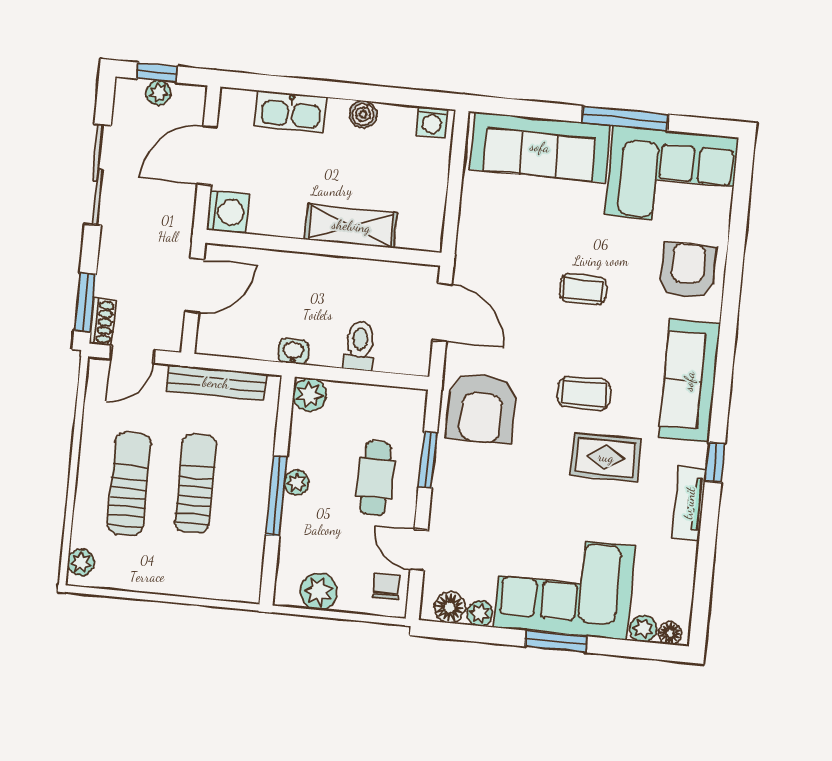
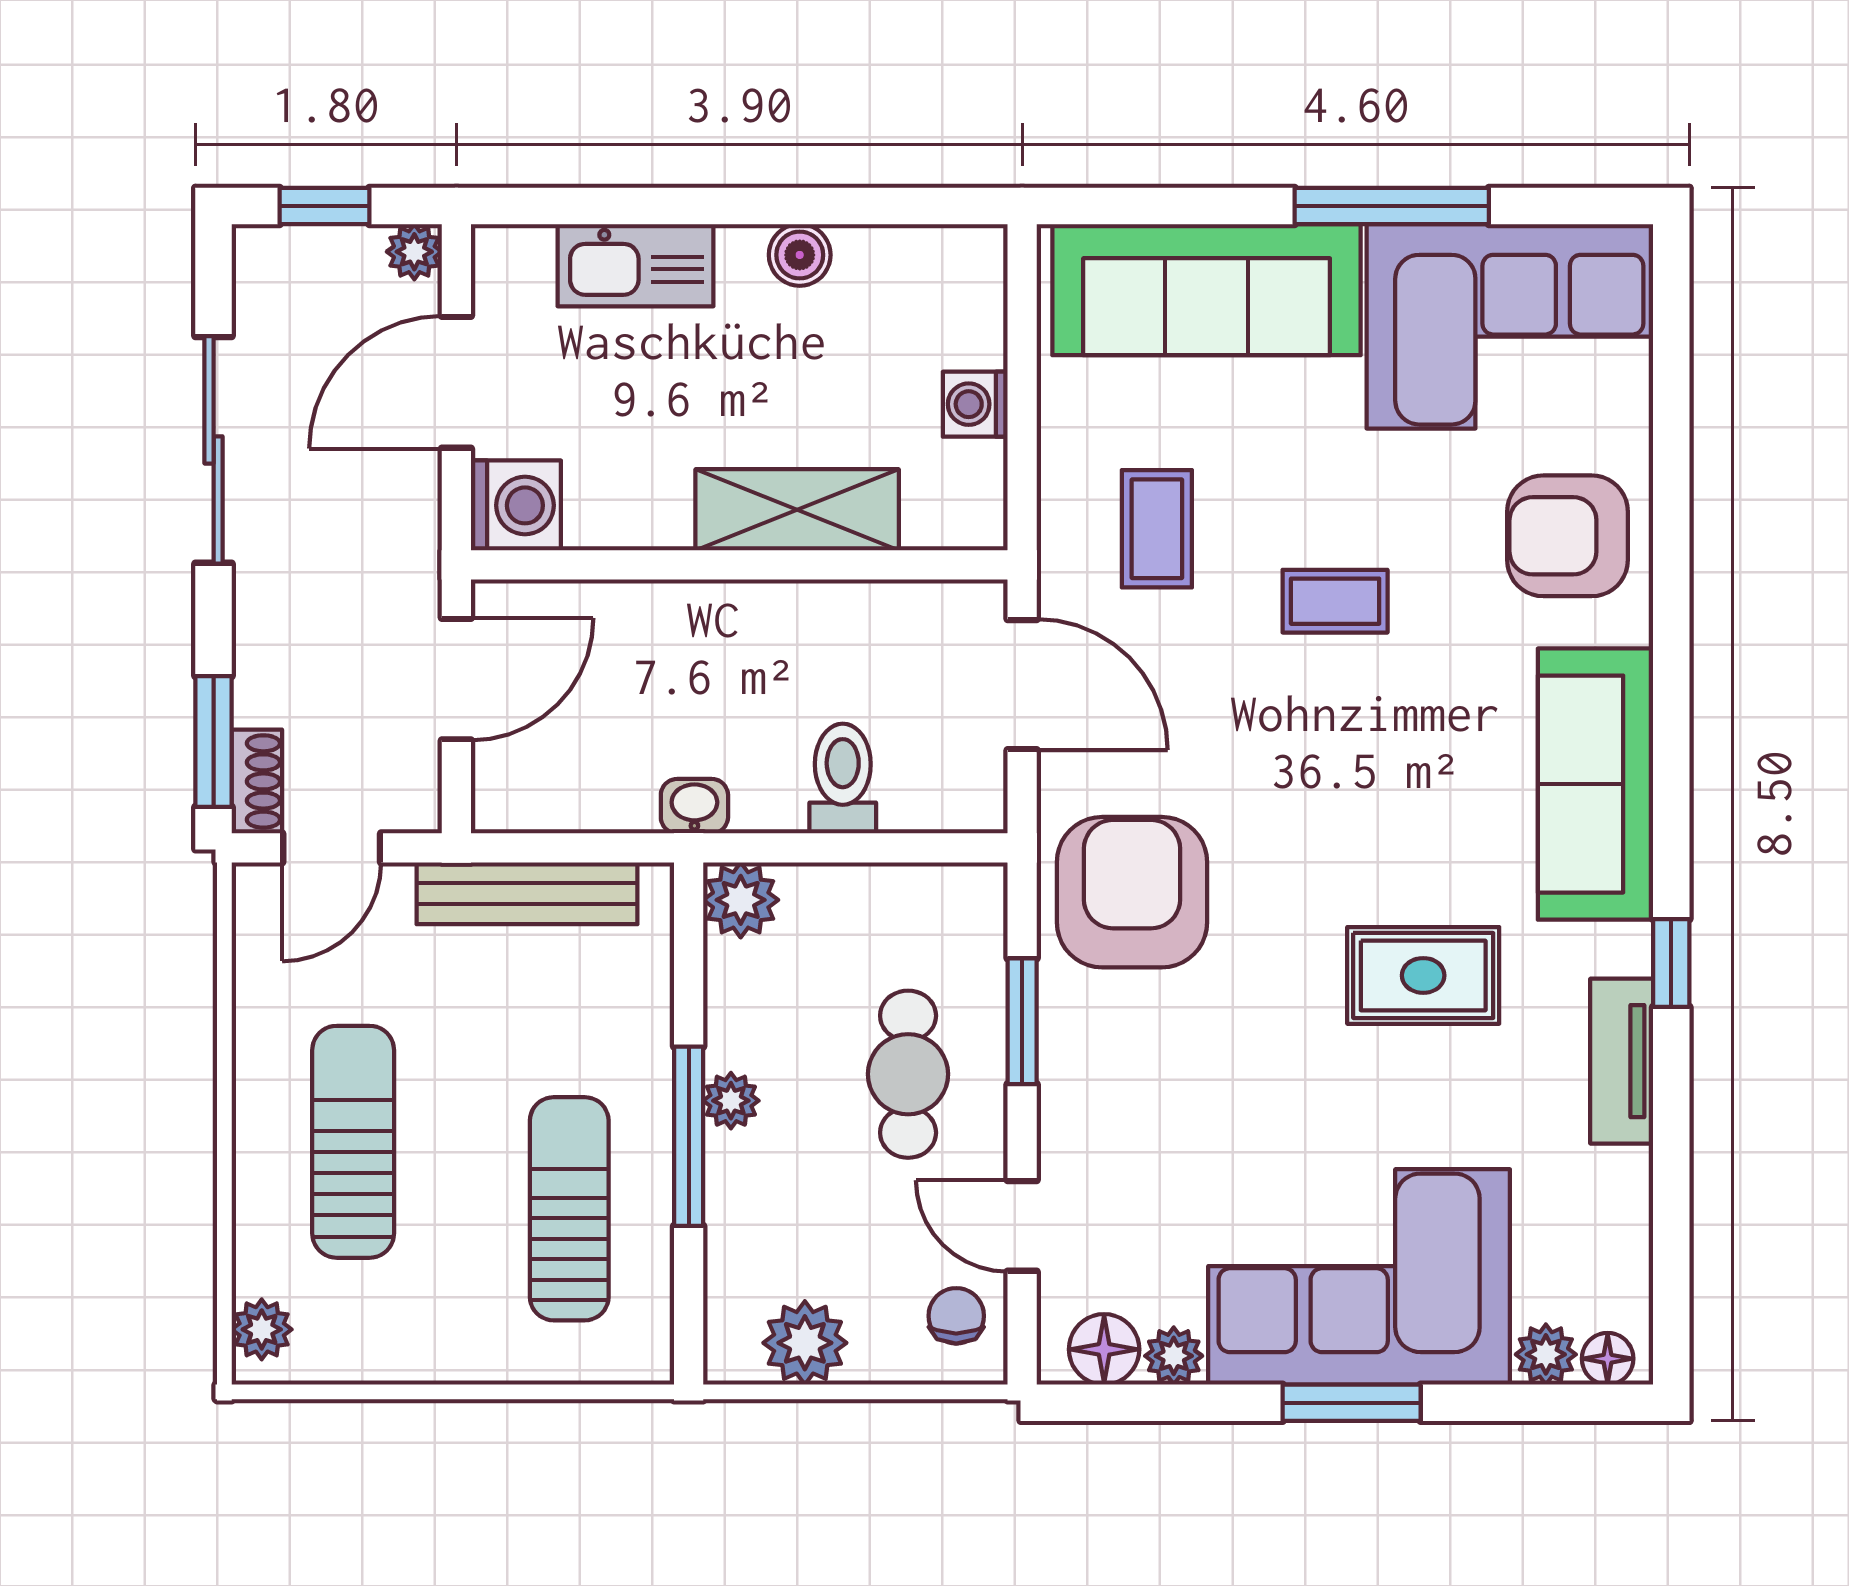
plant: (159, 93) -> (414, 252), moved
washing machine: (432, 122) -> (975, 404), moved, turned 90
armchair: (688, 271) -> (1567, 536), turned -90
coffee table: (584, 393) -> (1157, 529), moved, turned 90
armchair: (481, 408) -> (1132, 892), turned 180
sun lounger: (196, 483) -> (569, 1209), moved

